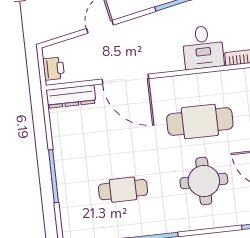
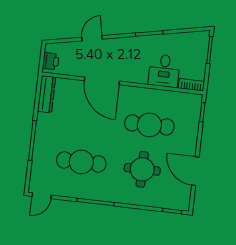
dresser: (71, 96) -> (47, 94), moved, turned -90
cafe table: (123, 190) -> (81, 162), width x1.37, depth x1.35

